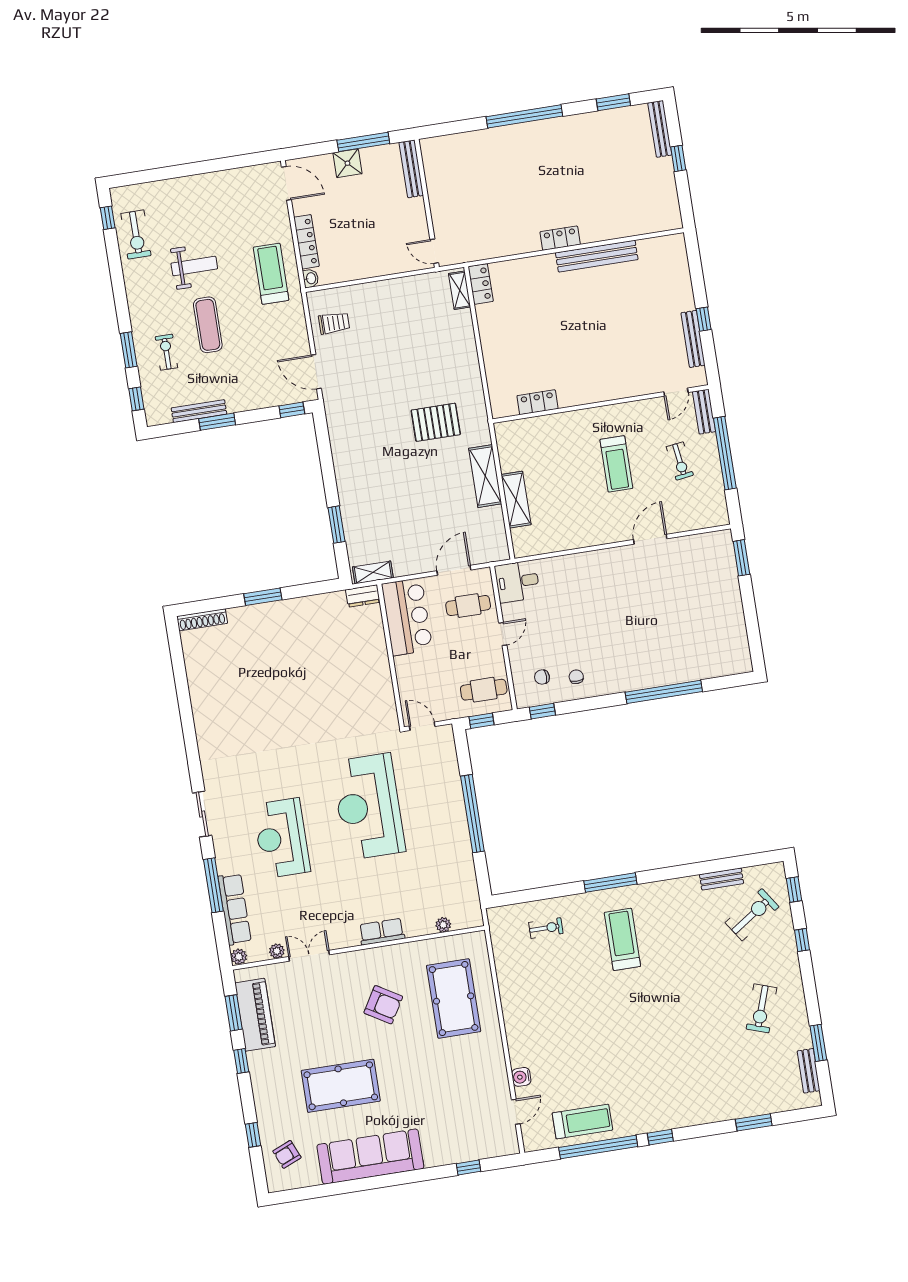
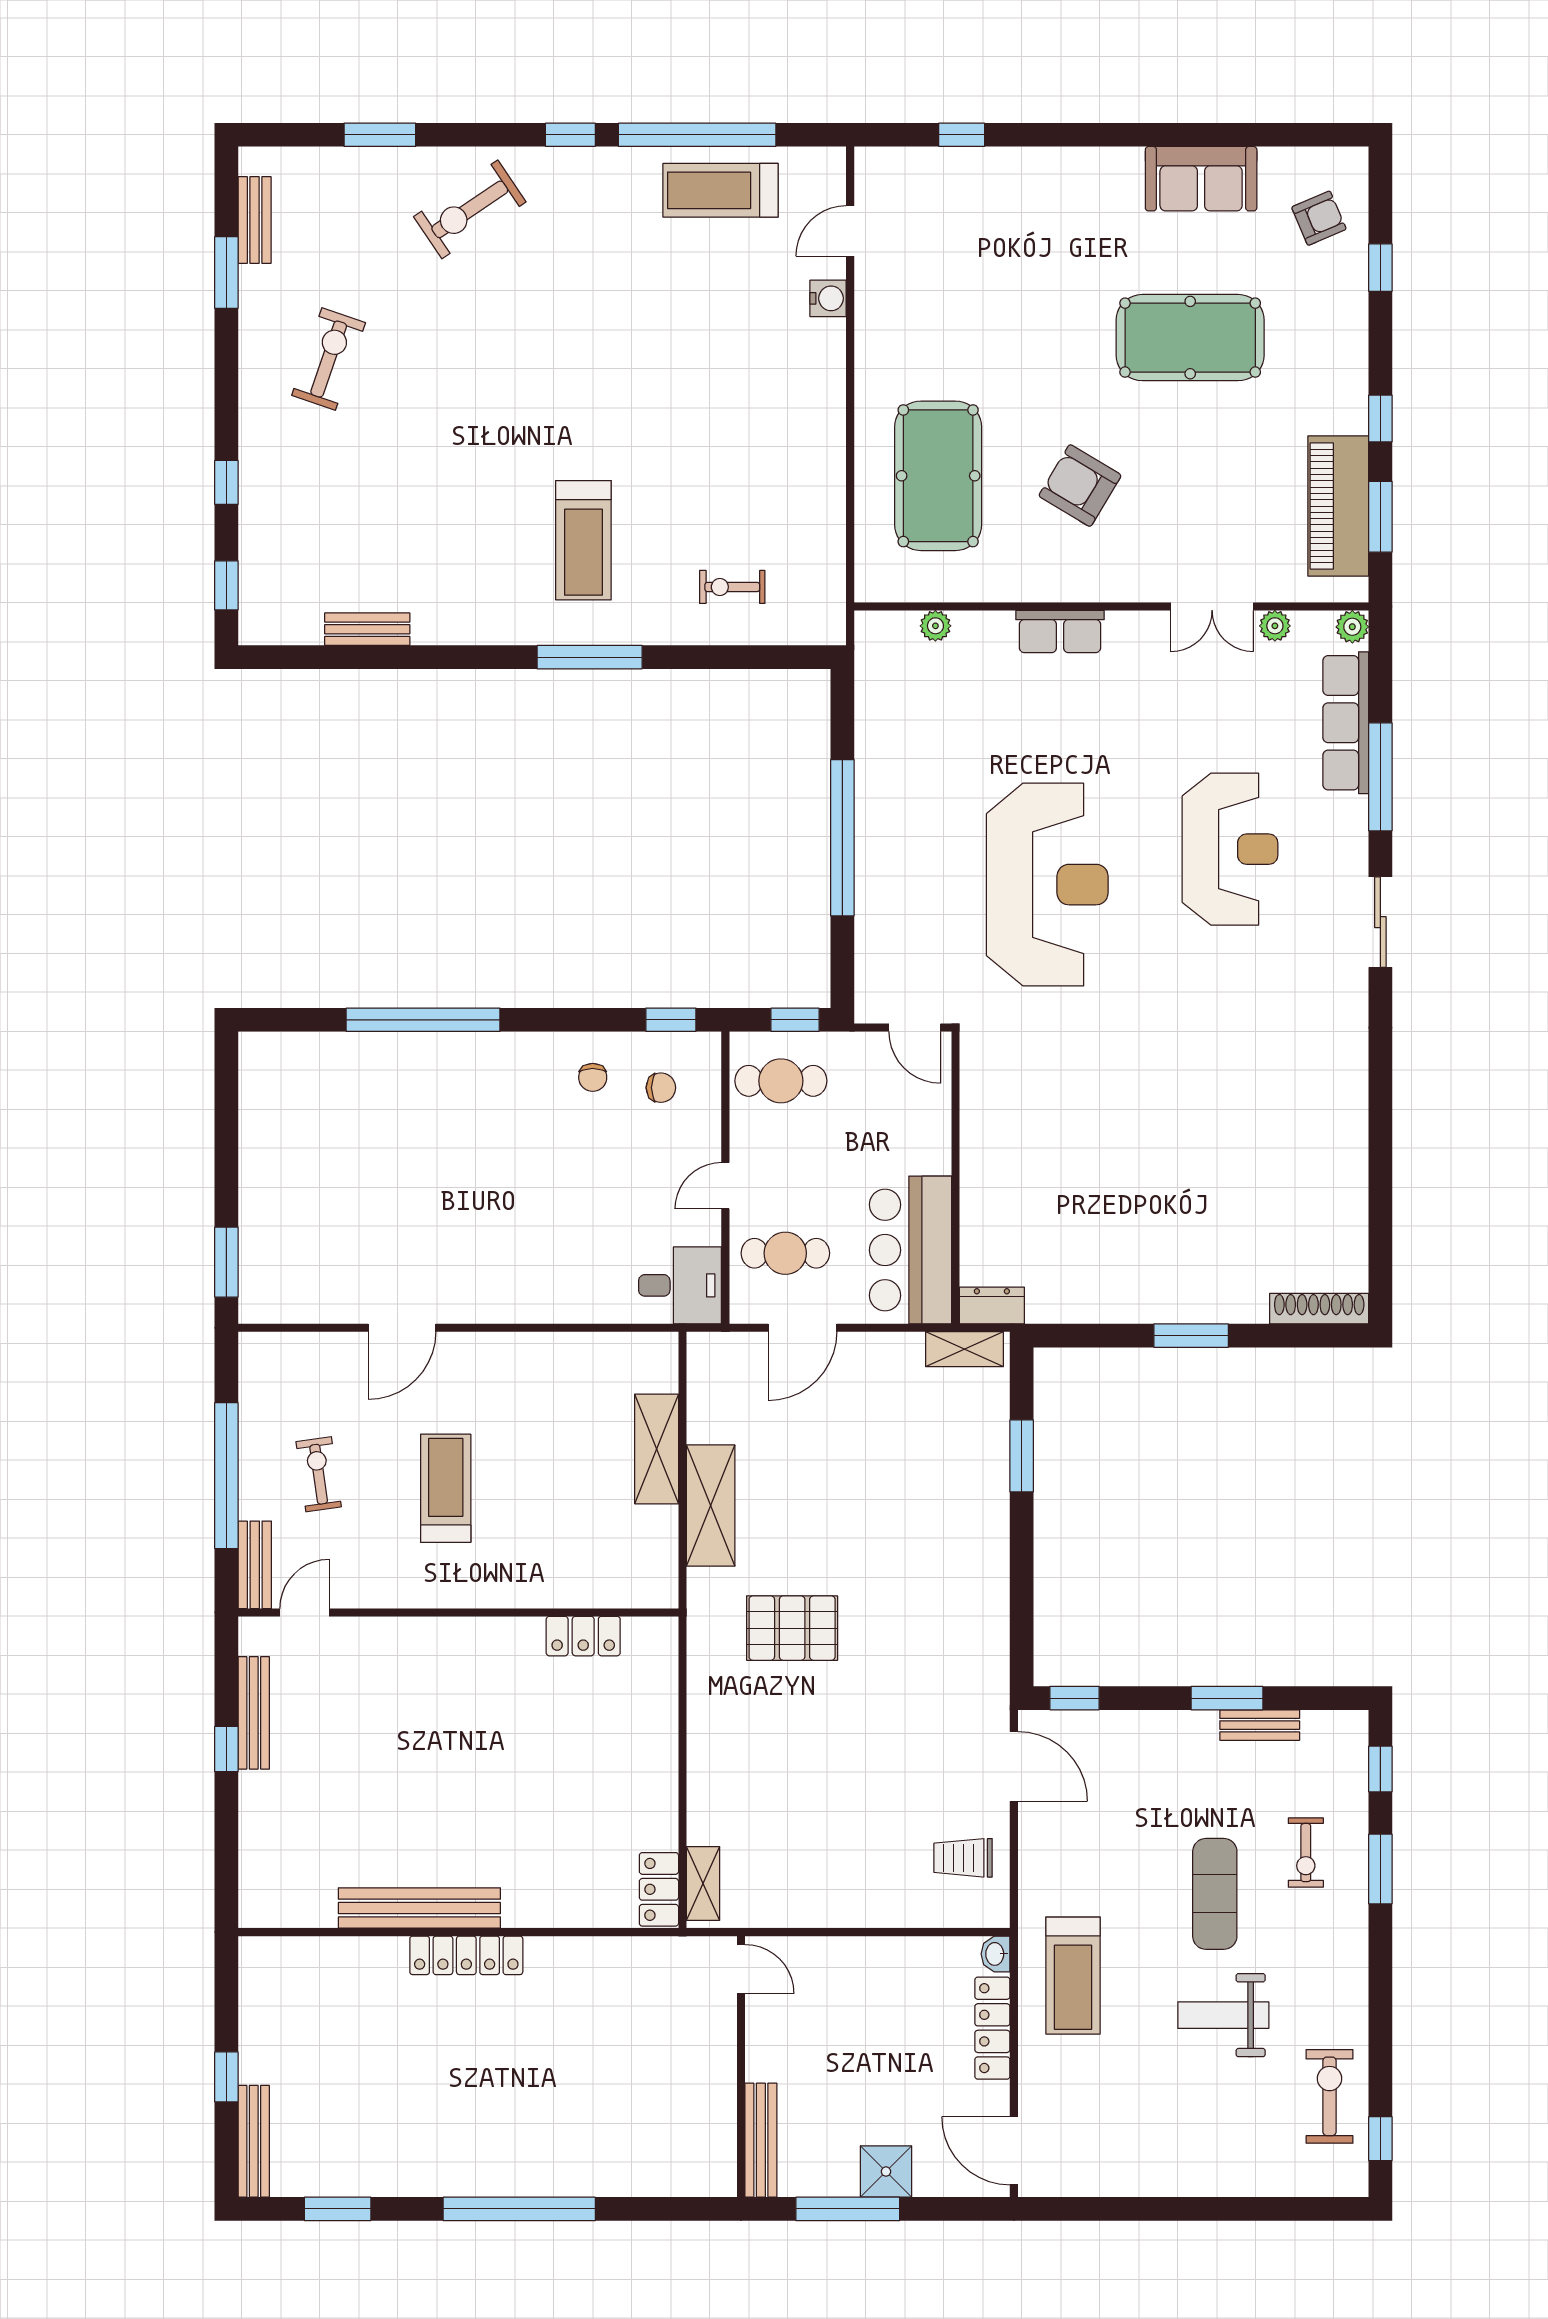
locker: (560, 238) -> (466, 1955), width x1.53
bench: (199, 411) -> (1260, 1725), width x0.73
exercise bike: (752, 915) -> (470, 209), moved
sofa: (370, 1157) -> (1201, 179), width x0.54, depth x0.79

